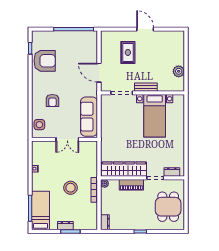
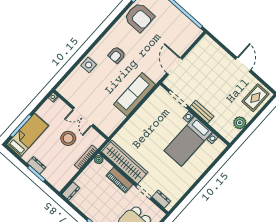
rug: (128, 52) -> (255, 98), moved
wall: (65, 139) -> (81, 115), moved
double door: (67, 139) -> (83, 117), moved

